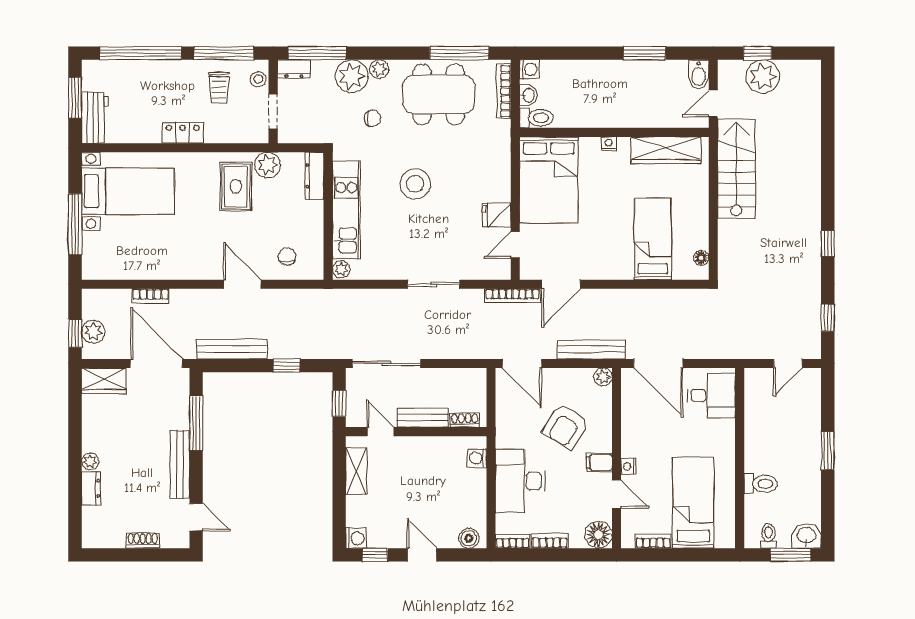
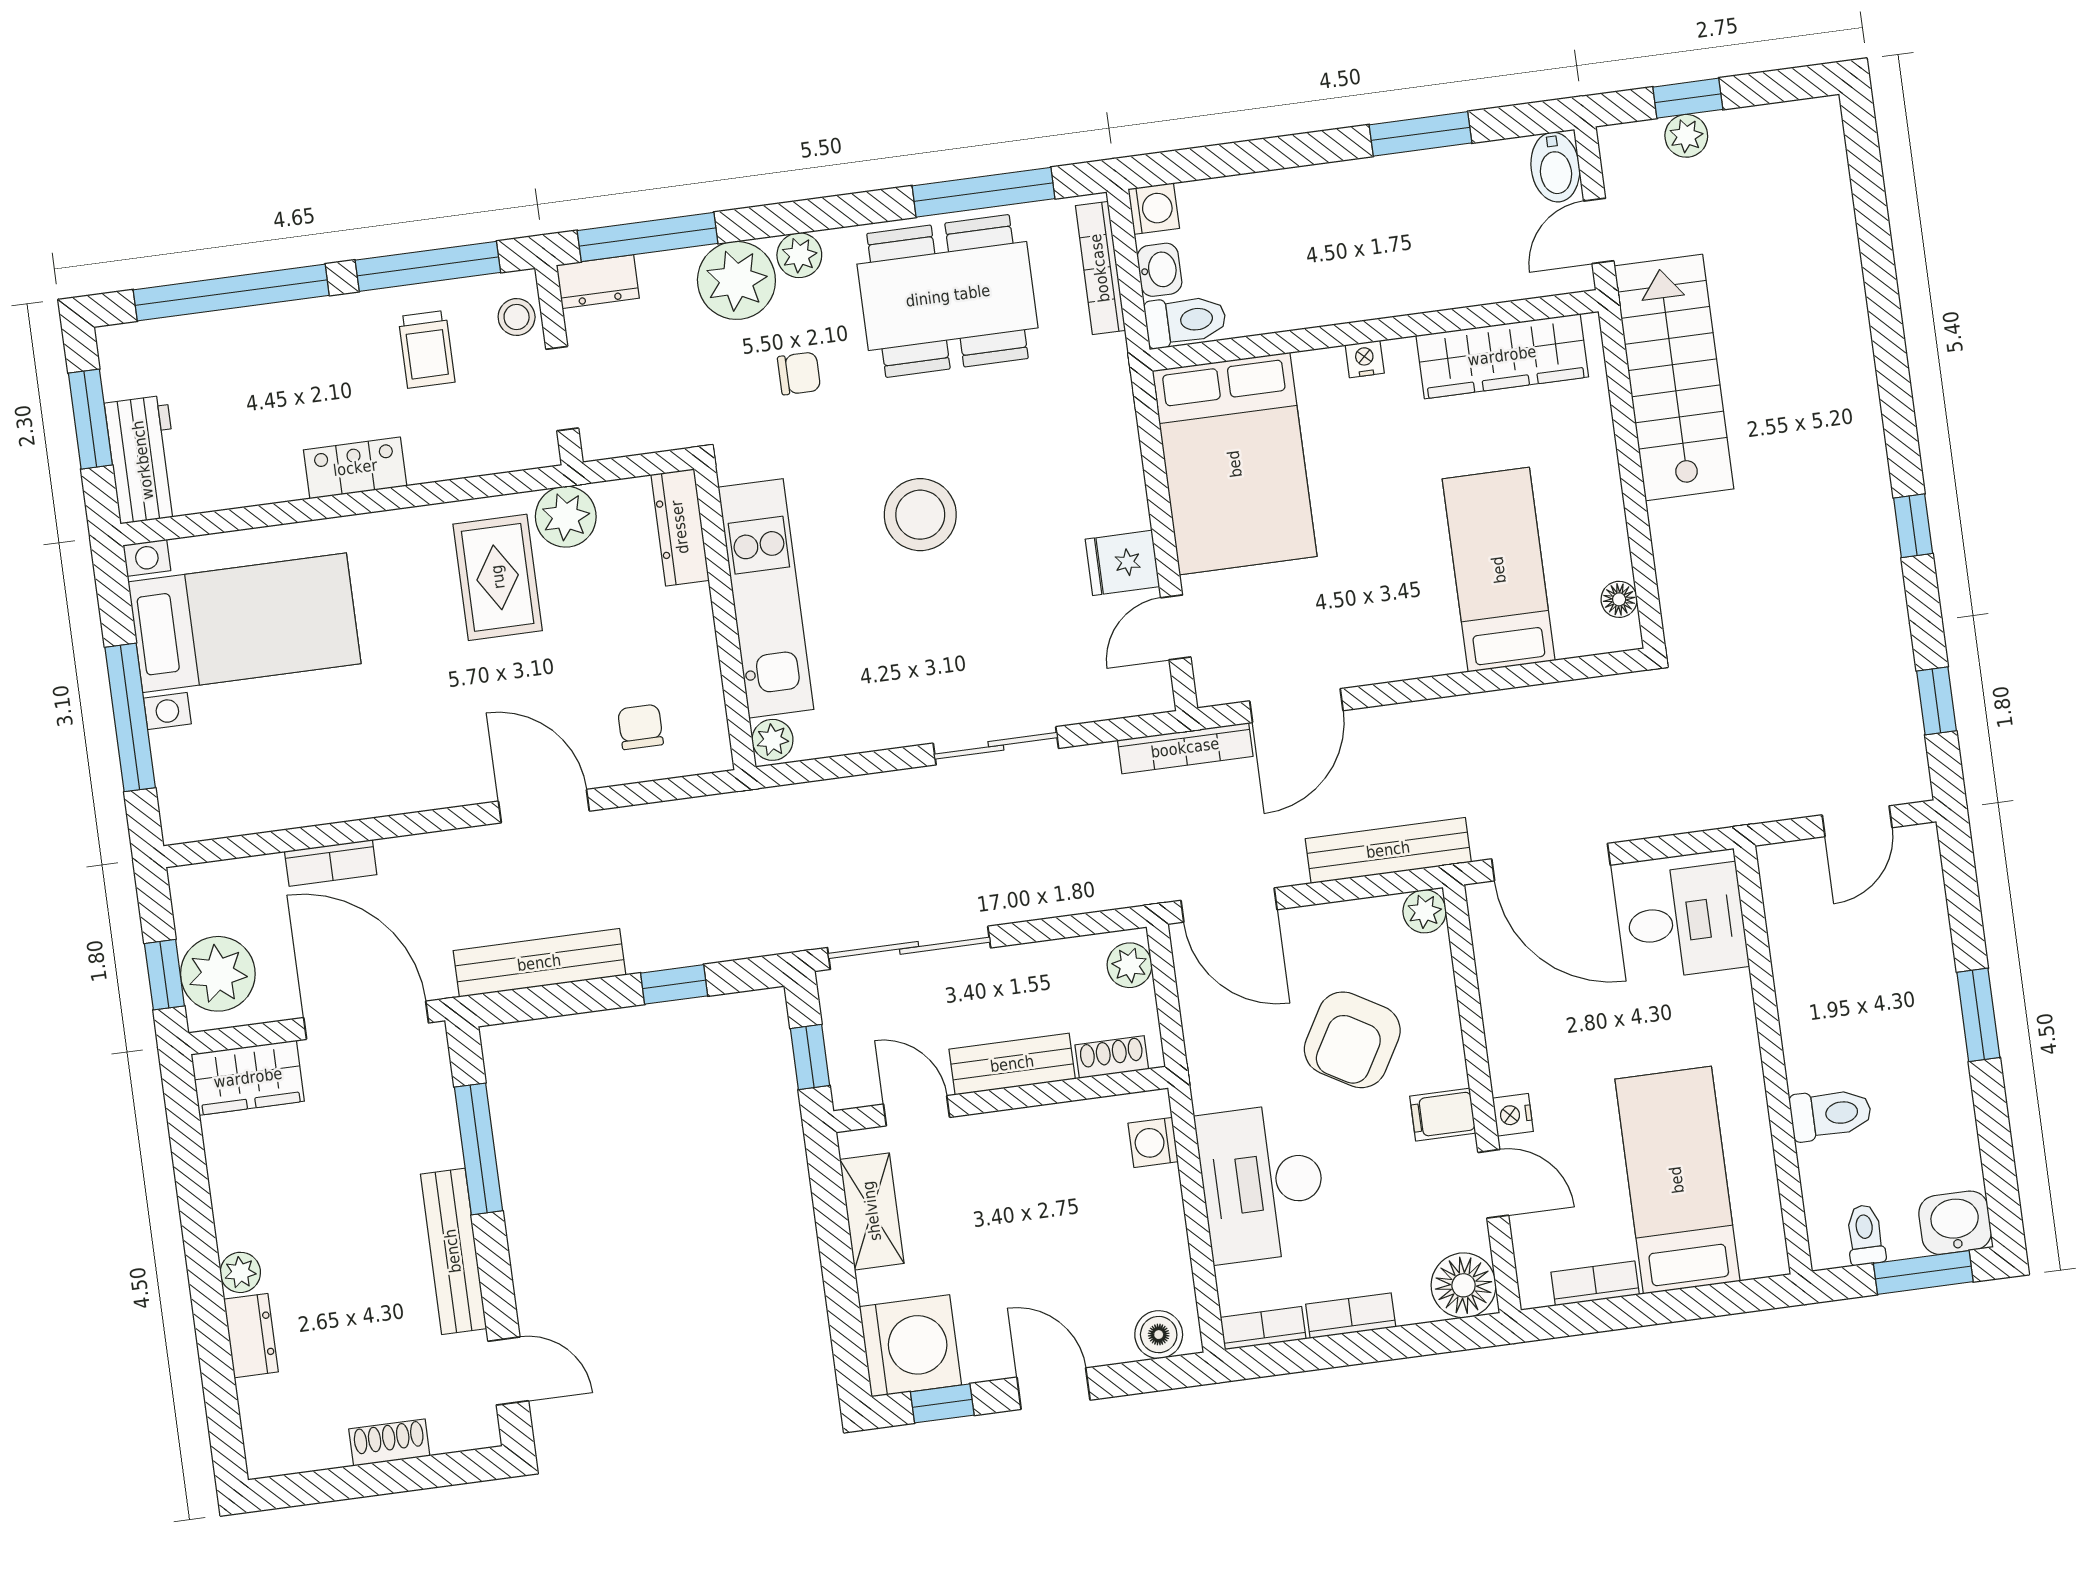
plant: (763, 77) -> (1686, 136), width x0.53, depth x0.53
plant: (93, 332) -> (218, 974), width x1.36, depth x1.36
plant: (477, 383) -> (1129, 965), added
washing machine: (356, 538) -> (910, 1346), width x1.89, depth x1.89

